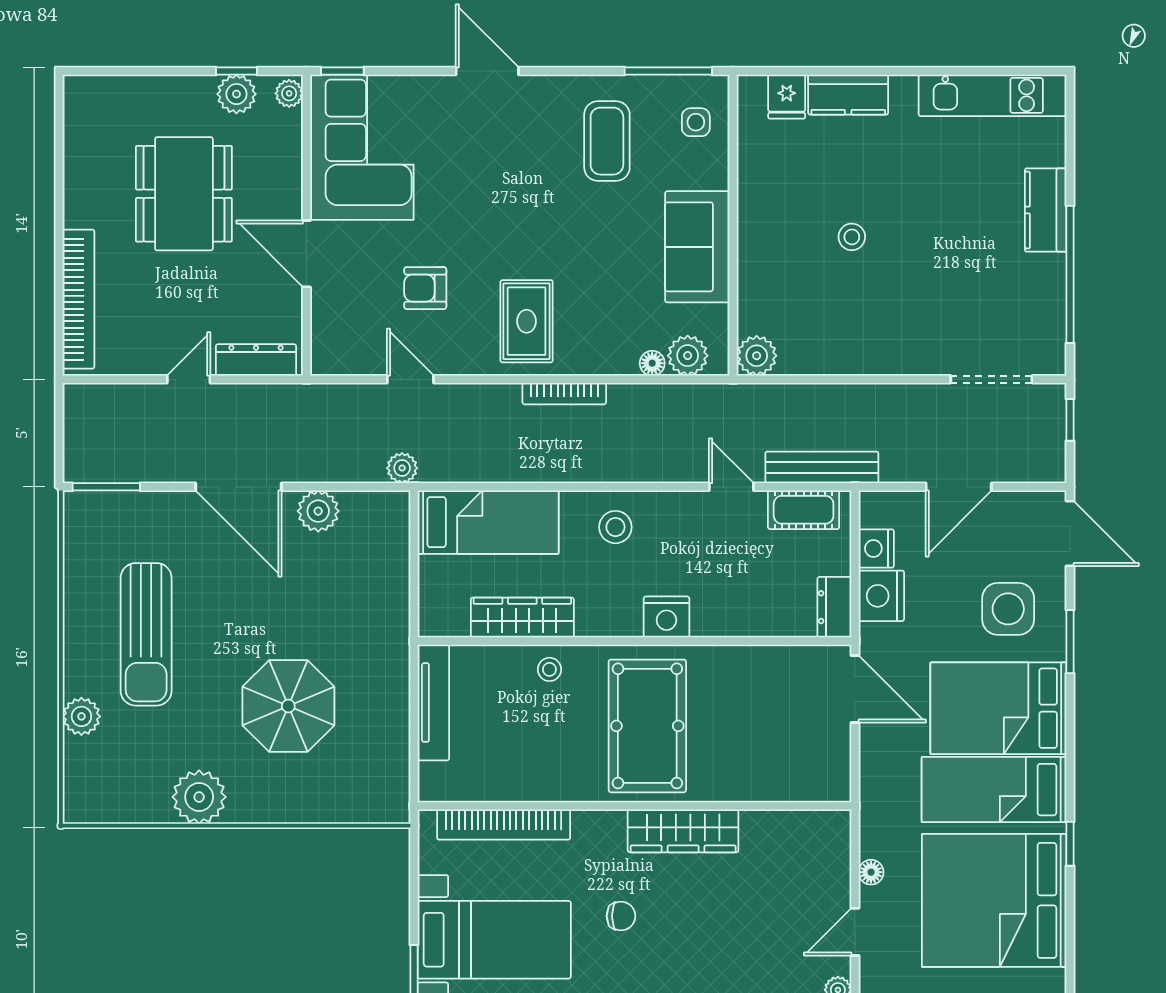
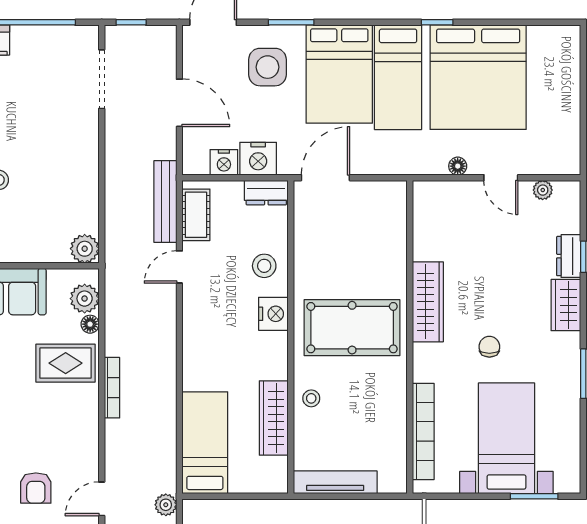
rug: (527, 321) -> (66, 363), moved
stool: (615, 527) -> (264, 266), moved

